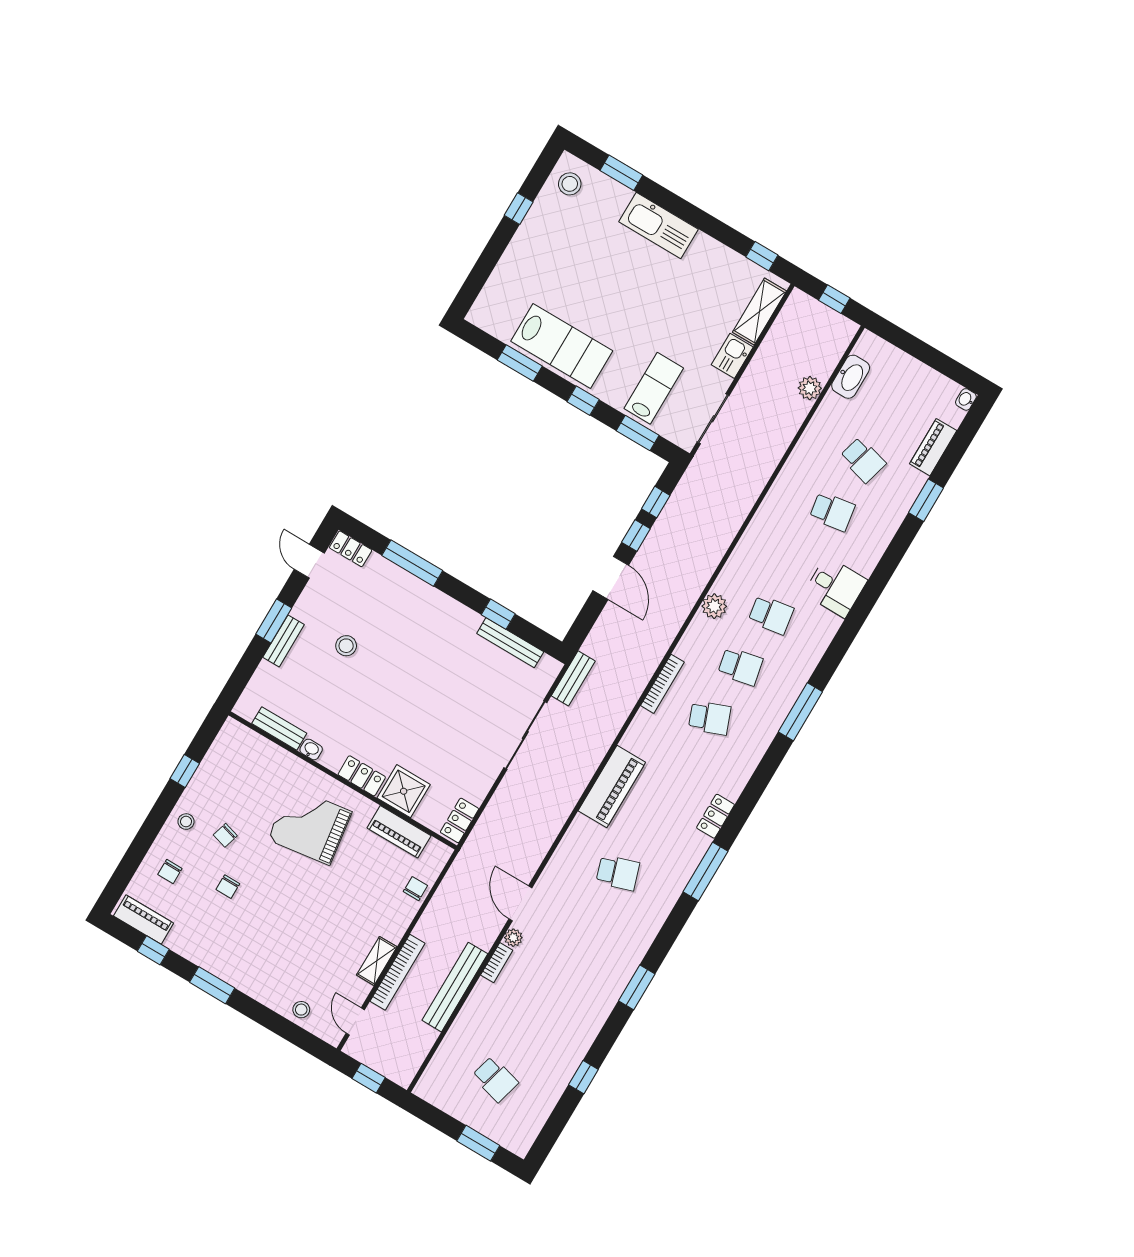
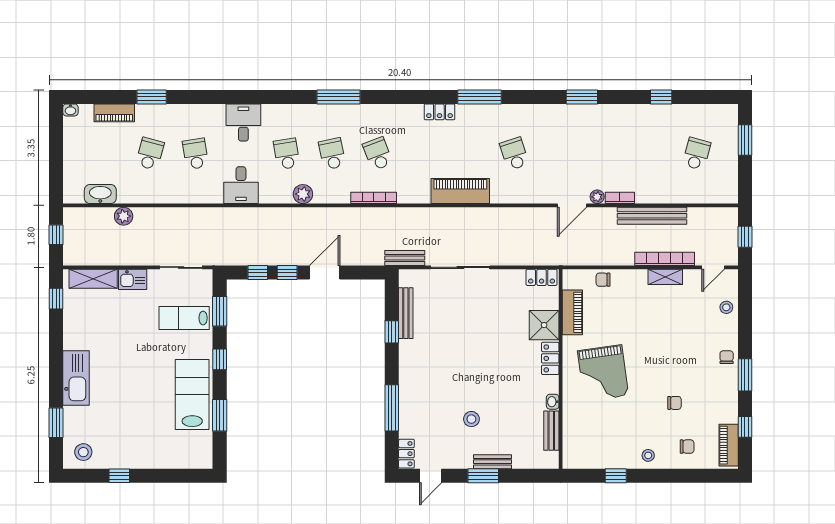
desk: (766, 542) -> (241, 185), added
chair: (225, 835) -> (727, 357), moved, turned -106

